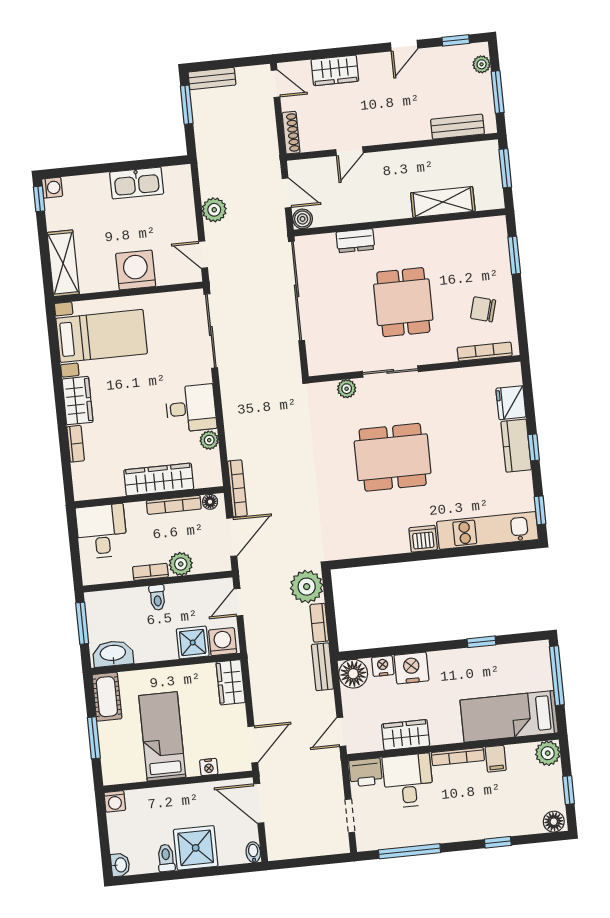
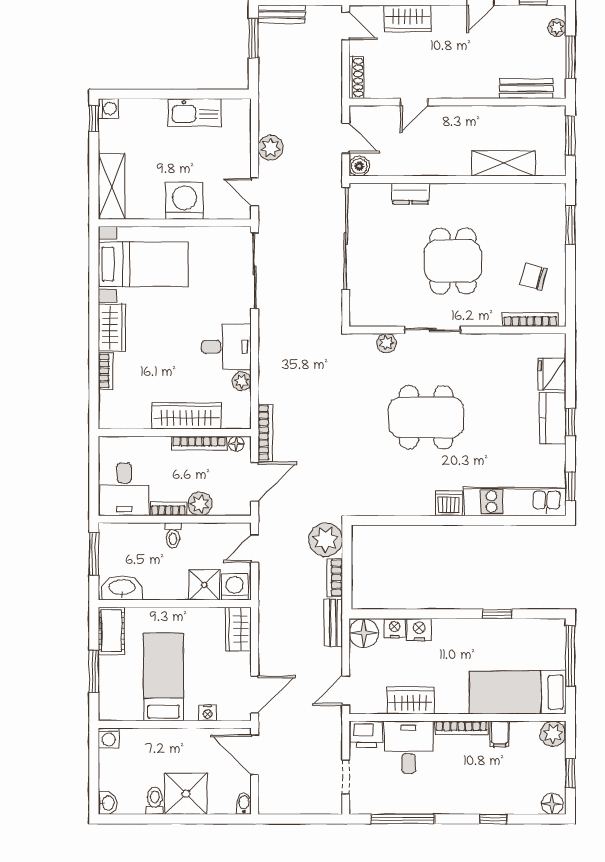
desk: (102, 531) -> (124, 489), moved, turned 180
nightstand: (411, 668) -> (419, 630), width x0.74, depth x0.75

